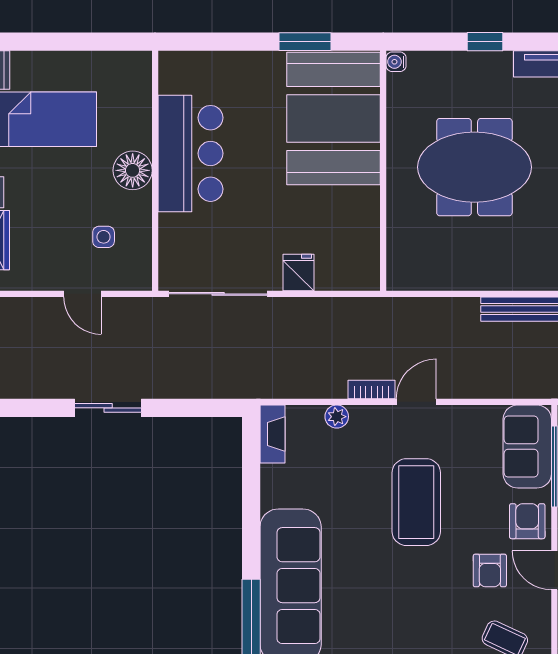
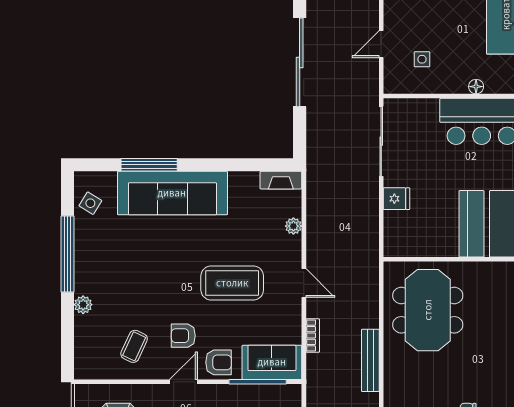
meeting table: (474, 167) -> (428, 310), moved
floor lamp: (133, 170) -> (476, 87), width x0.53, depth x0.53
bookcase: (372, 390) -> (313, 336), moved
sliding door: (108, 408) -> (300, 62), width x1.86

